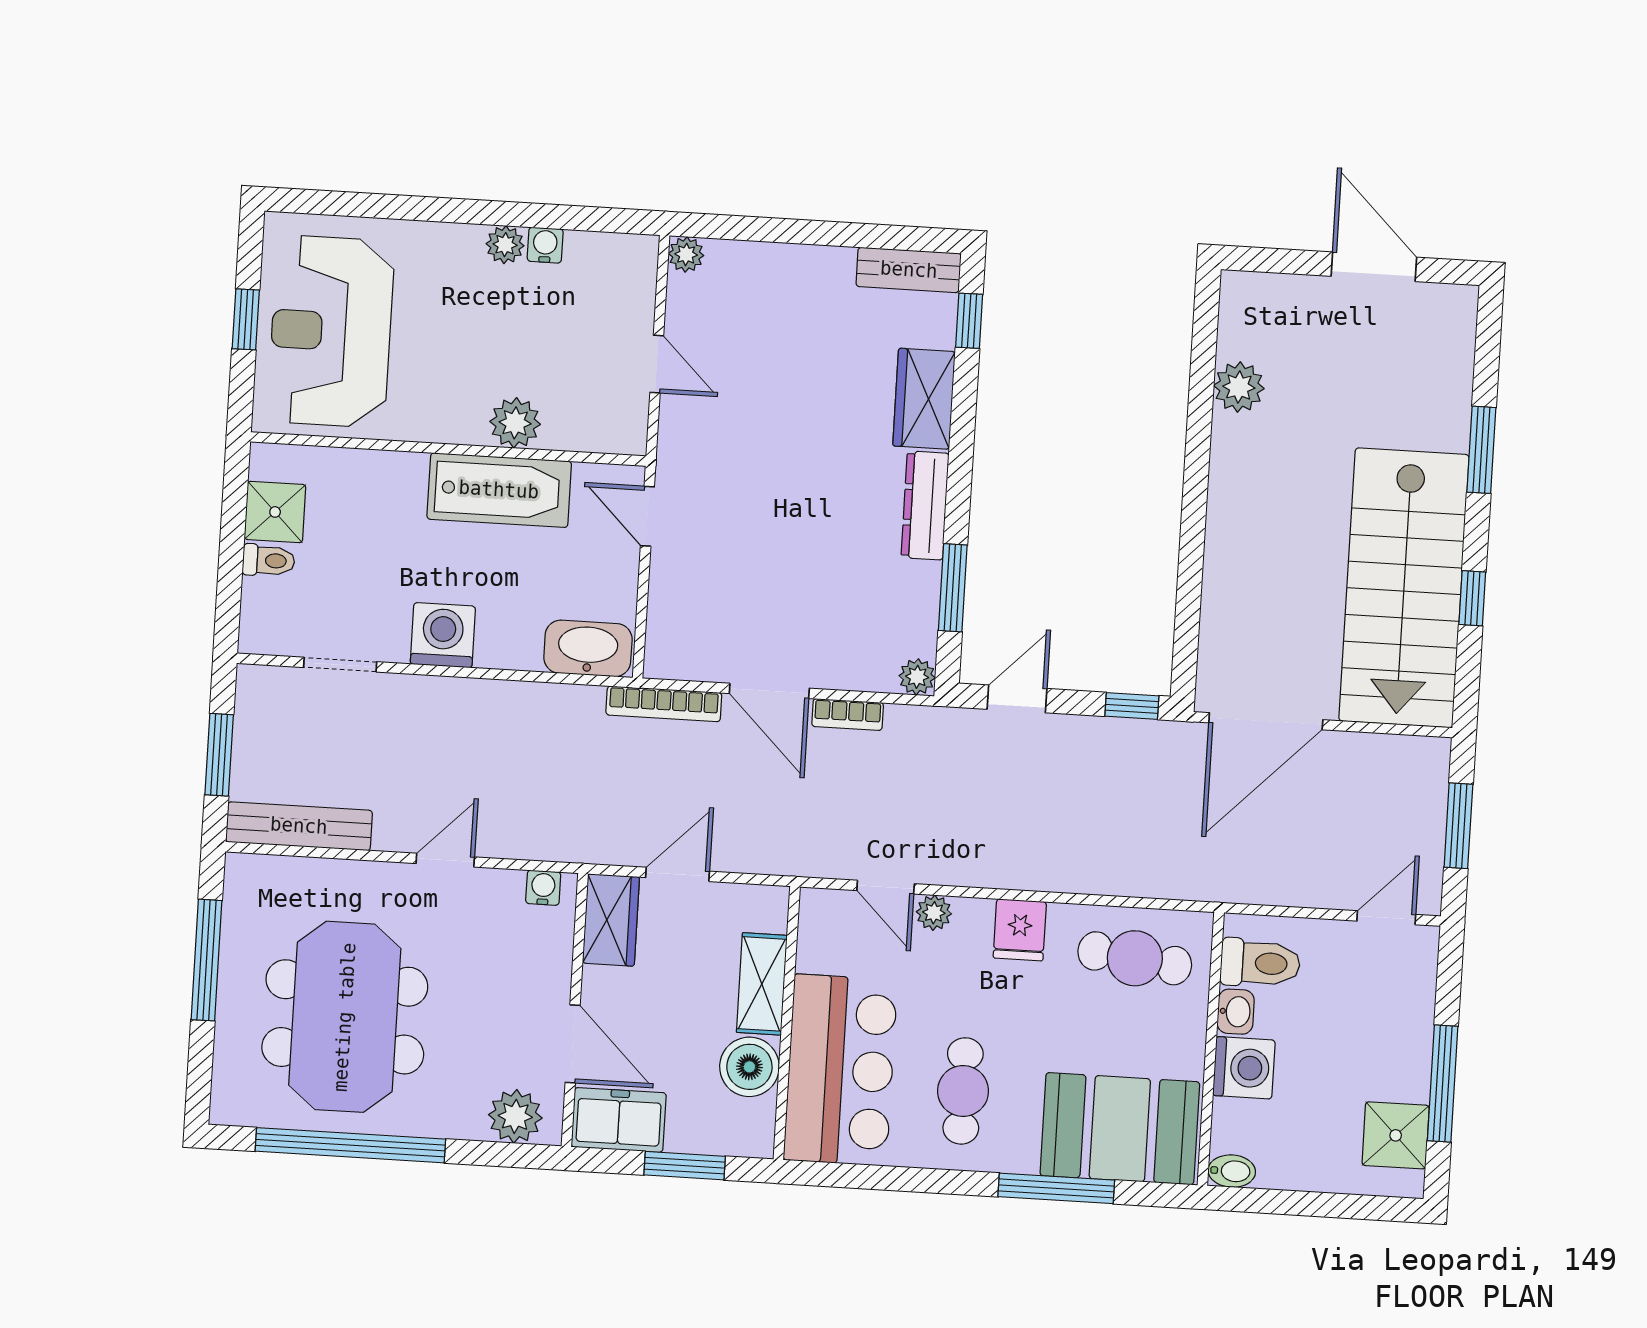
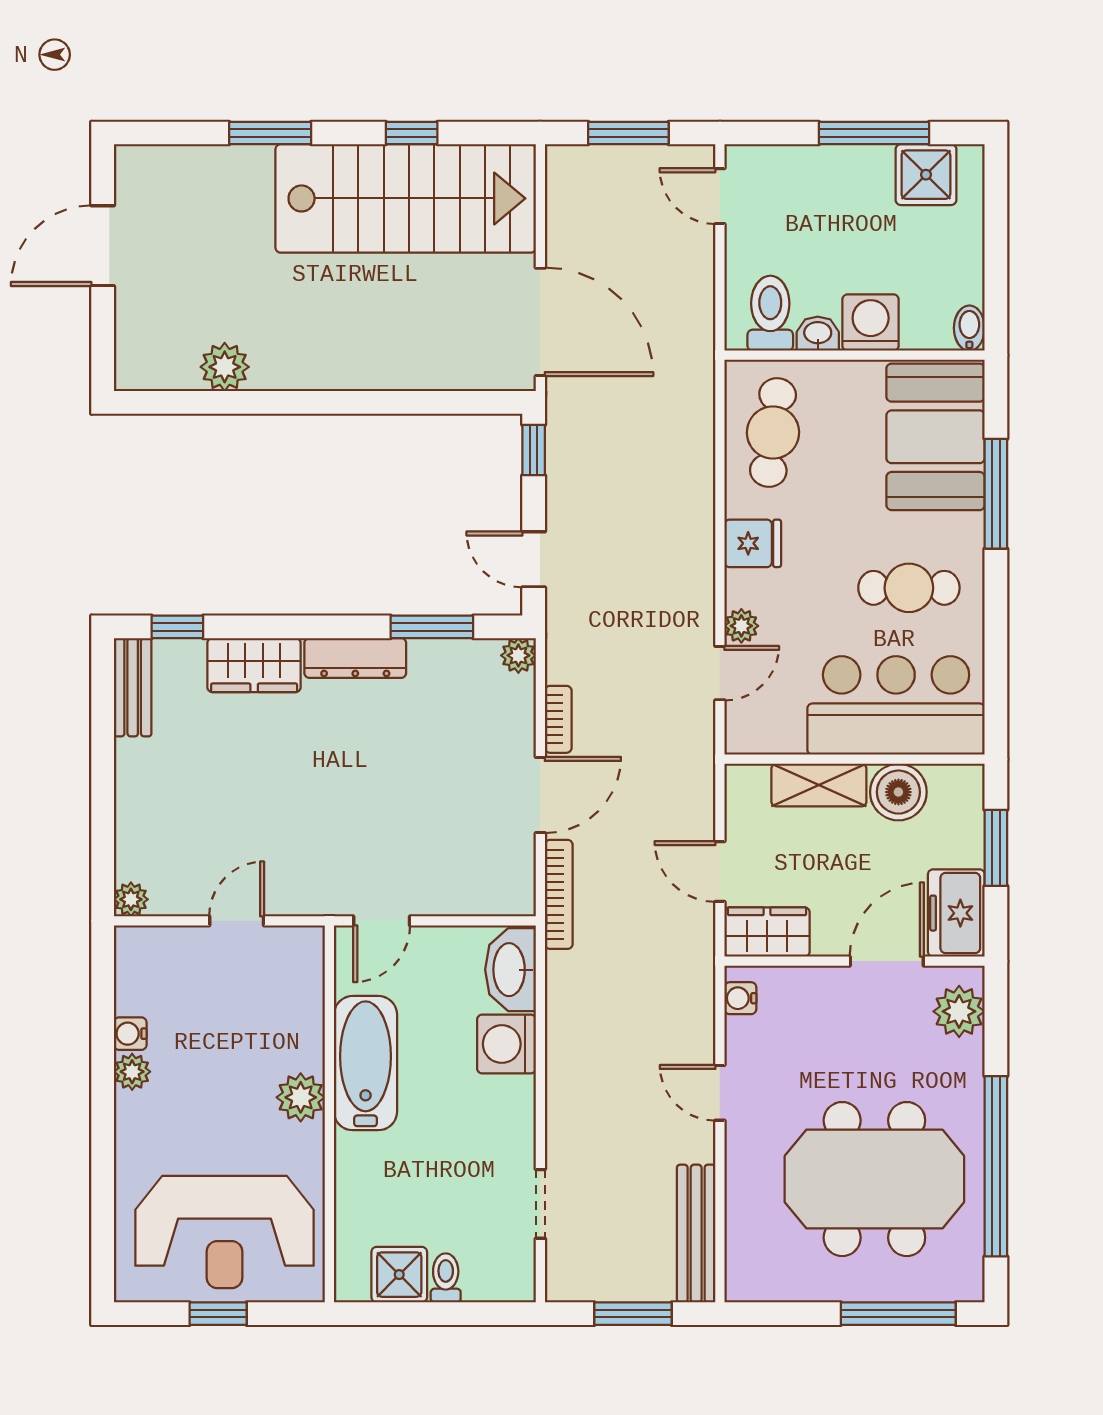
plant: (515, 423) -> (301, 1097), moved
washing machine: (443, 635) -> (506, 1044), moved
window: (207, 960) -> (898, 1314), moved

